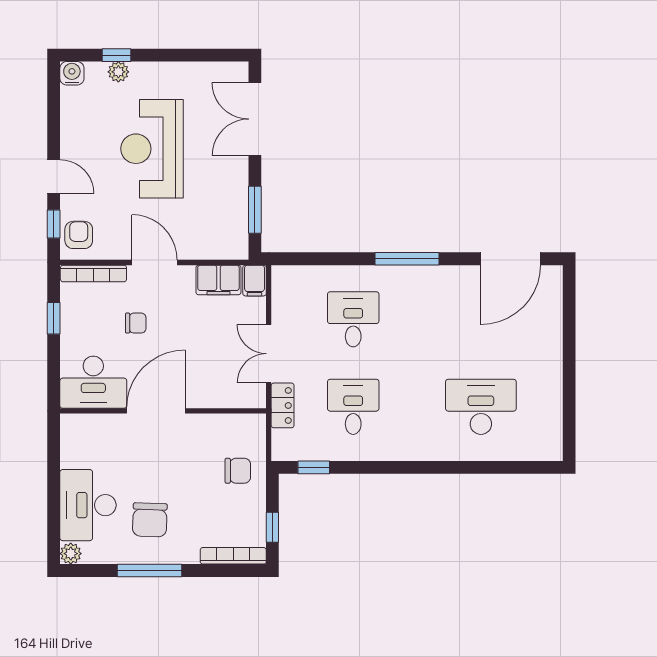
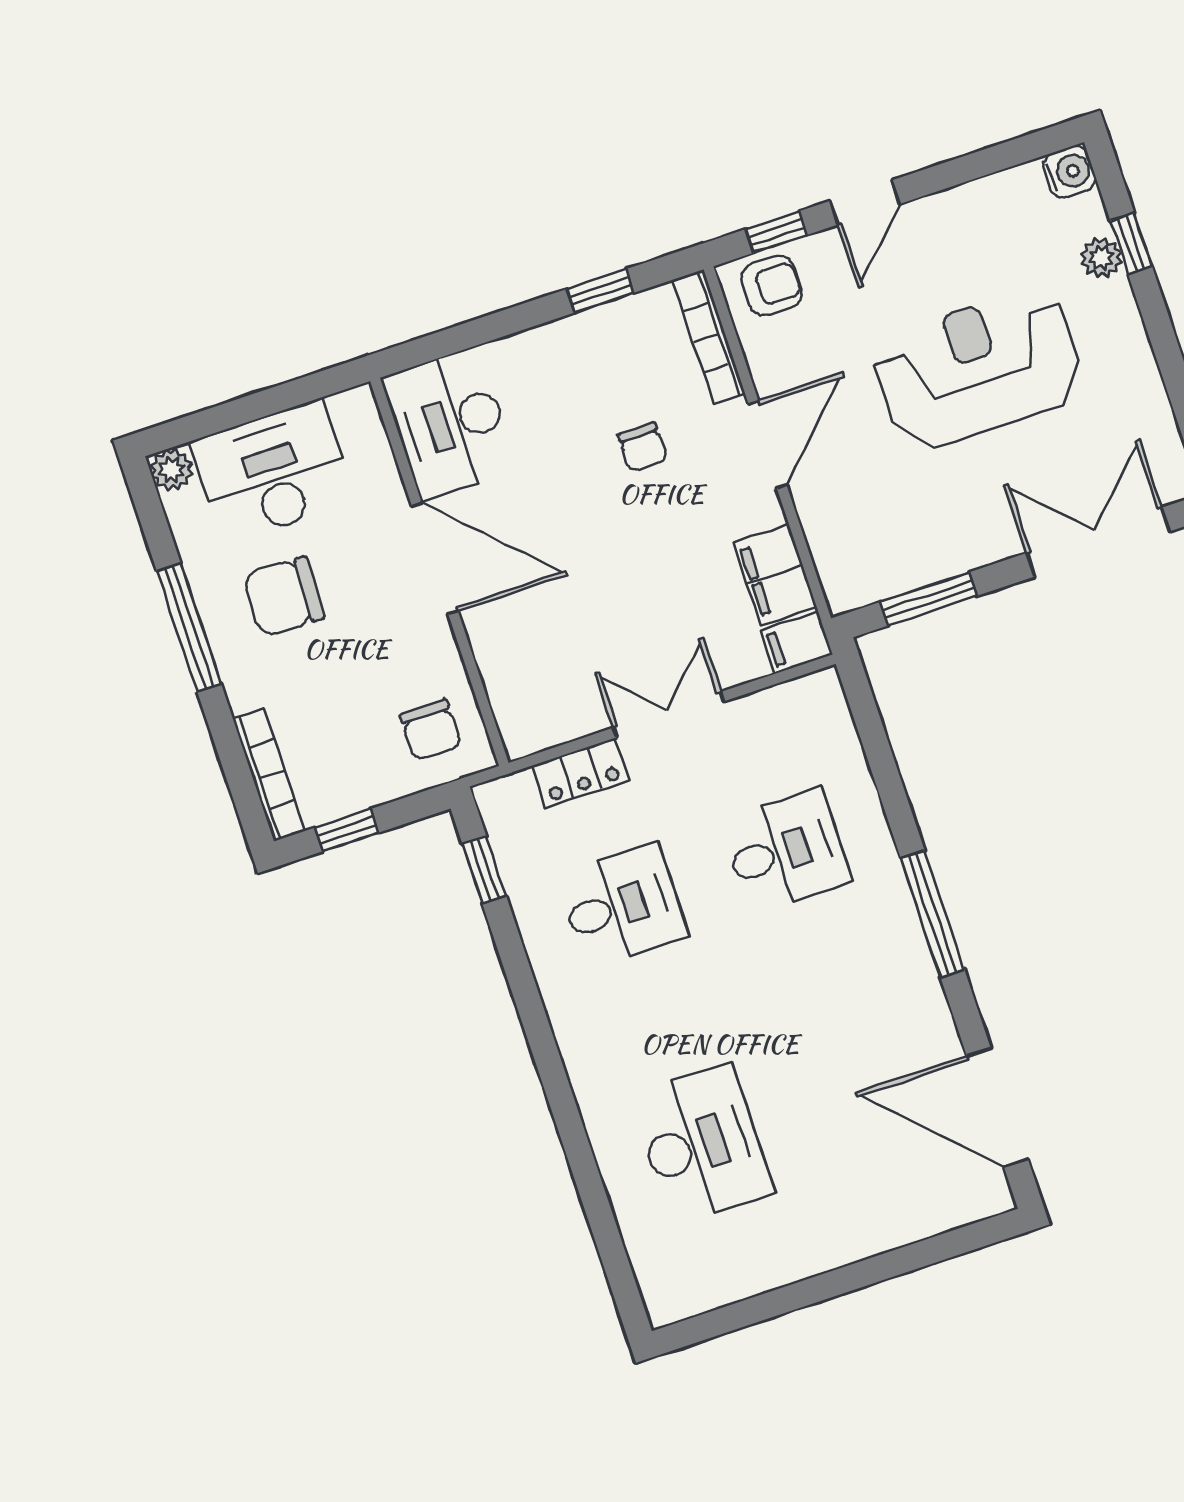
desk: (93, 382) -> (449, 424), moved
door: (156, 411) -> (435, 558), moved
wall: (163, 411) -> (439, 572), moved

